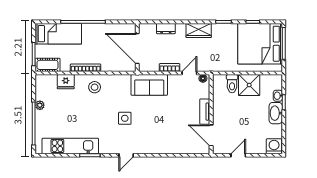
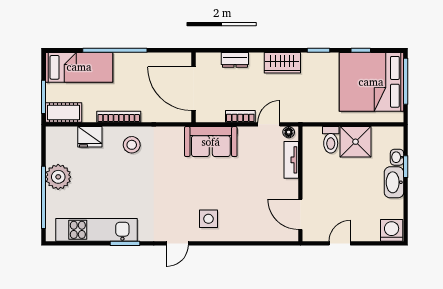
plant: (40, 105) -> (58, 177), width x1.88, depth x1.88
tv unit: (205, 112) -> (291, 160), moved
side table: (125, 118) -> (208, 219), moved

